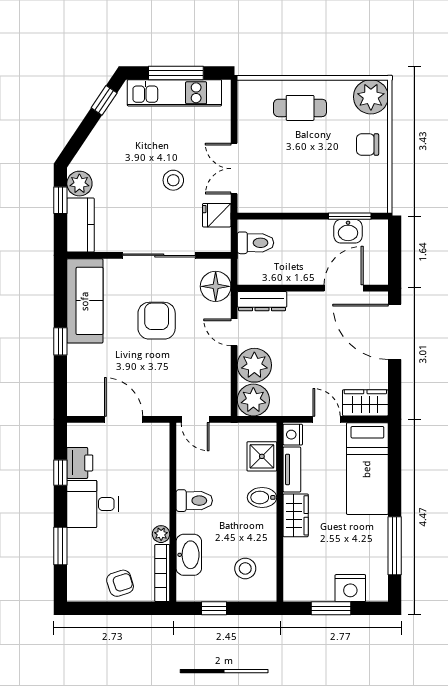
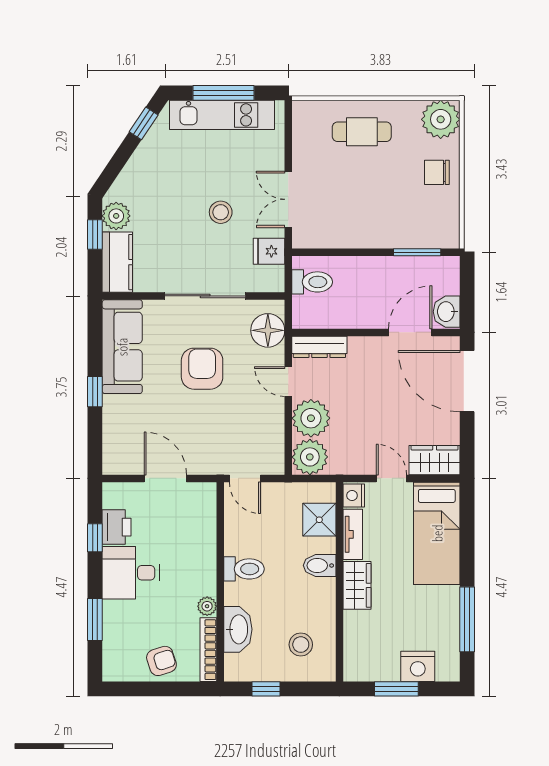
washbasin: (348, 231) -> (447, 312), moved, turned 90

